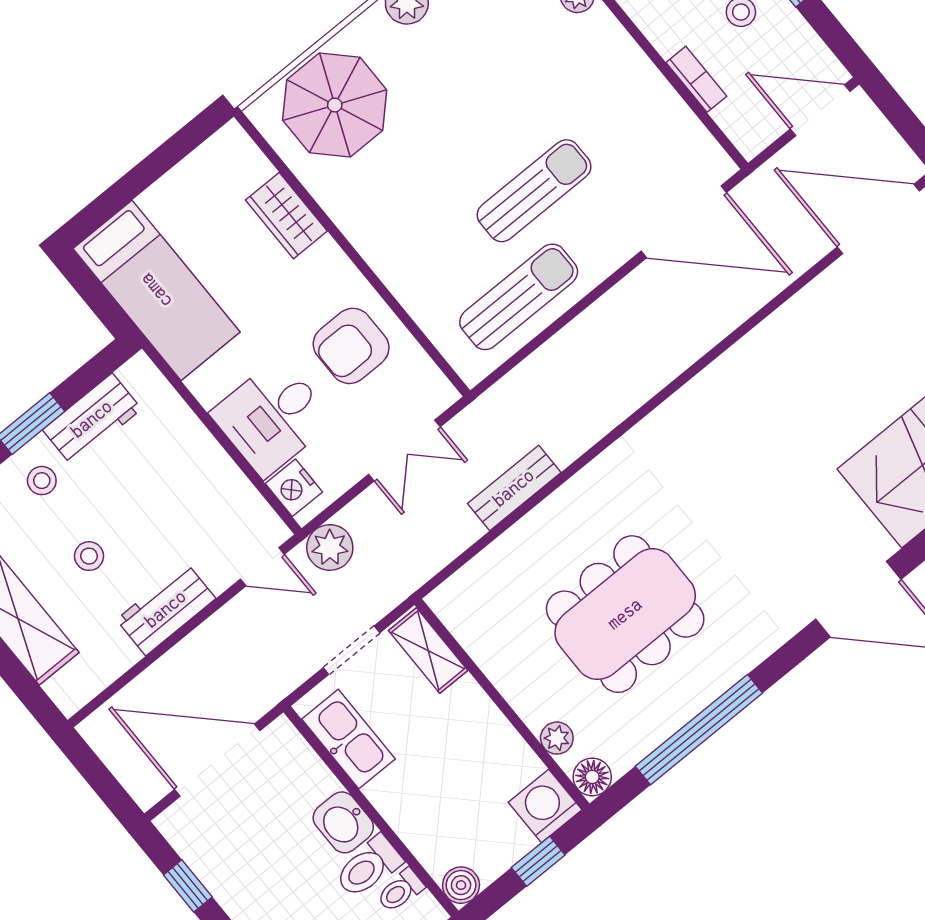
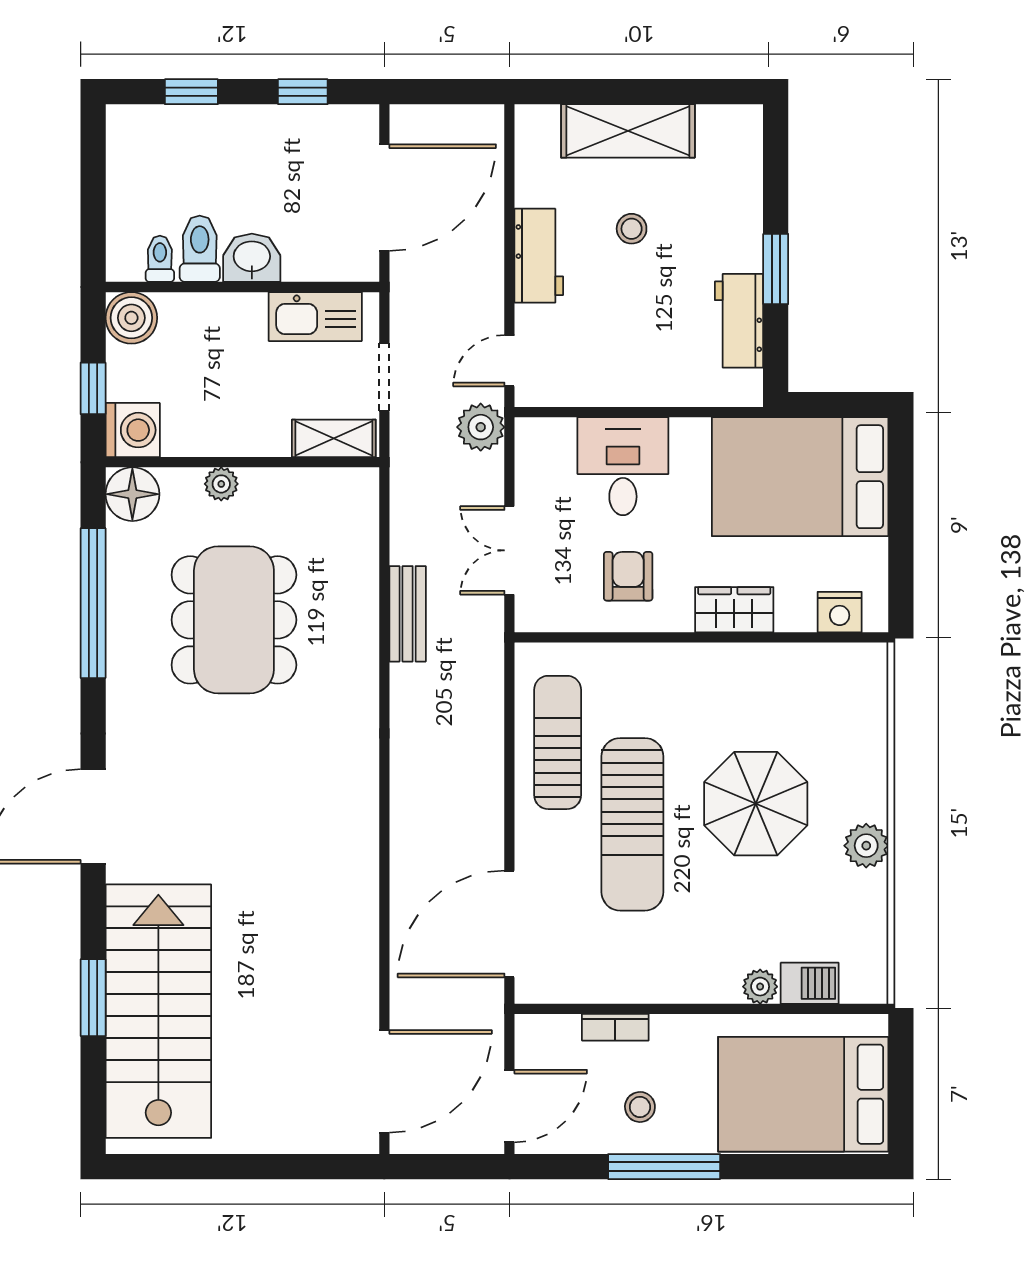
parasol: (335, 105) -> (756, 804), moved
sun lounger: (534, 191) -> (632, 824), width x1.36, depth x1.34
wardrobe: (286, 216) -> (734, 610), moved
bed: (156, 290) -> (800, 477), width x1.50
sun lounger: (519, 297) -> (558, 742), turned 180
armchair: (351, 346) -> (628, 576), width x0.72, depth x0.72
stool: (42, 481) -> (723, 240), removed
nightstand: (294, 488) -> (840, 612), moved, turned 180
plant: (557, 738) -> (221, 484), moved
floor lamp: (592, 777) -> (132, 494), width x1.38, depth x1.38
boiler: (461, 885) -> (131, 318), width x1.36, depth x1.36

